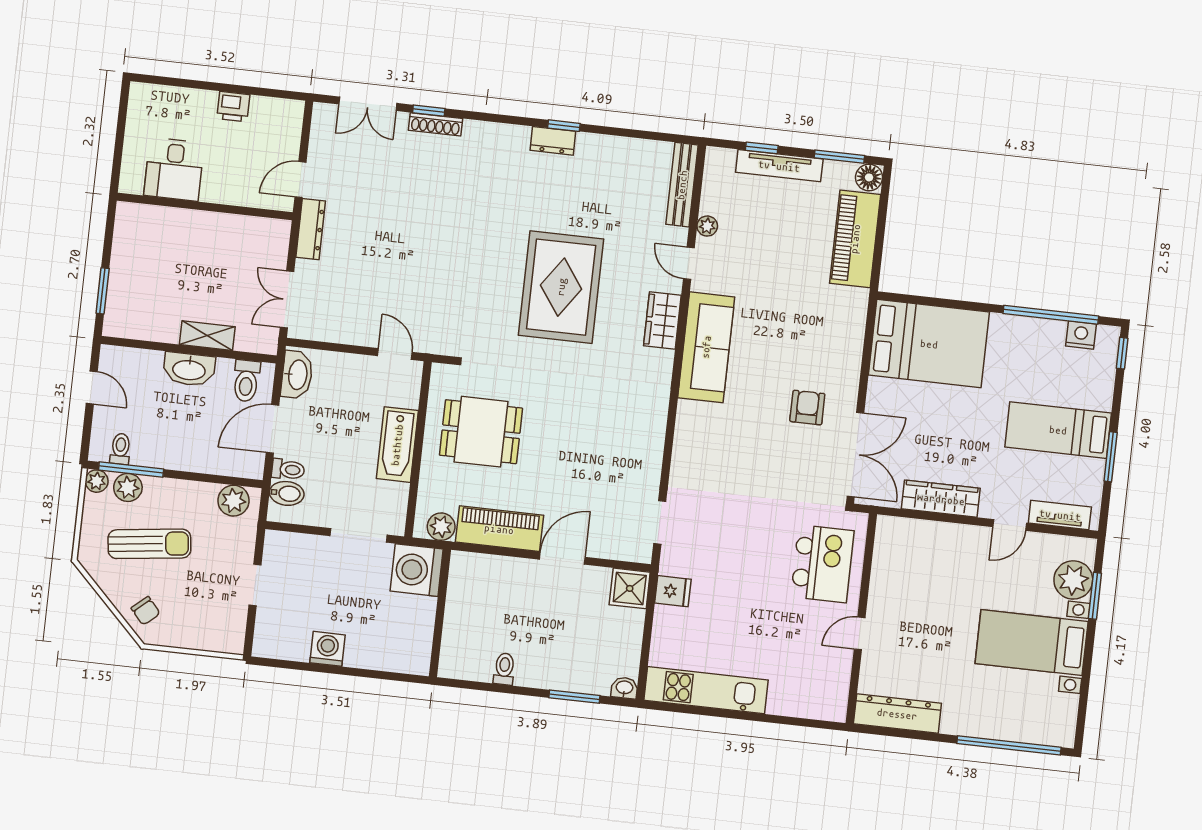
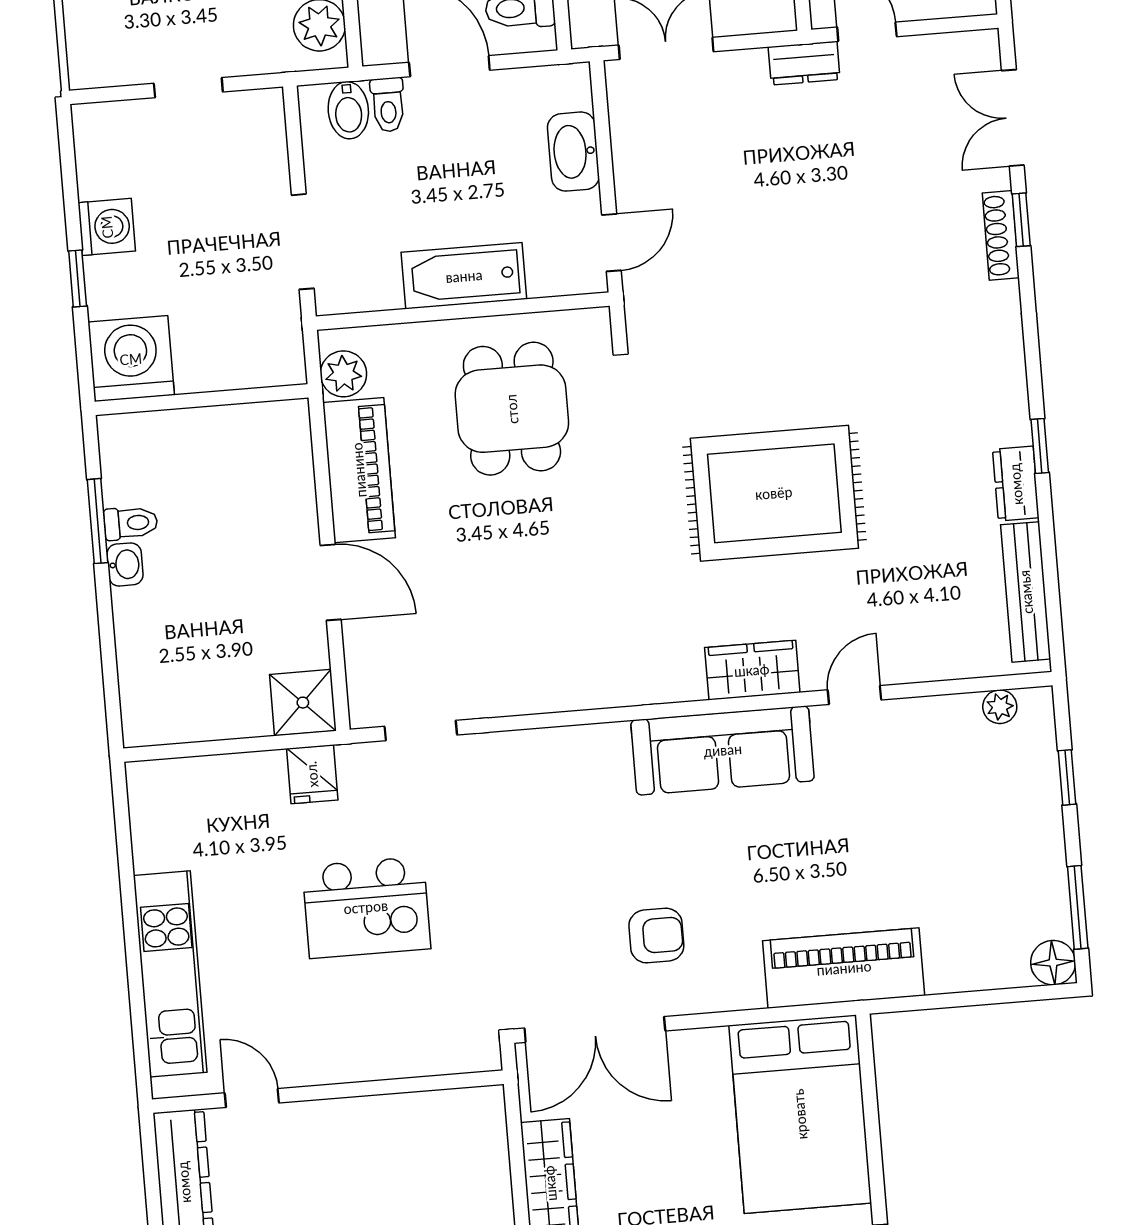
dresser: (553, 141) -> (1016, 484), moved
tv unit: (779, 166) -> (1044, 812), removed
bench: (682, 185) -> (1026, 592), moved, turned 90
plant: (707, 226) -> (1000, 707), moved
dresser: (311, 229) -> (804, 63), width x0.70
piano: (855, 239) -> (844, 968), moved
washbasin: (297, 375) -> (573, 152), moved, turned 90
kitchen island: (822, 564) -> (366, 907), moved
washing machine: (417, 570) -> (131, 359), moved
door: (860, 633) -> (252, 1098), moved
window: (354, 672) -> (78, 279), added
washbasin: (624, 688) -> (125, 564), moved
kitchen unit: (706, 690) -> (170, 974), moved
window: (574, 697) -> (98, 521), moved

